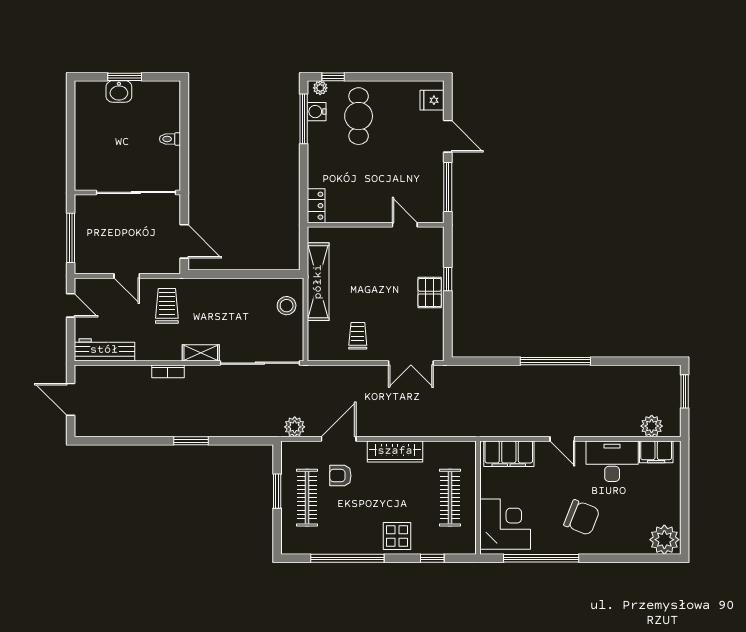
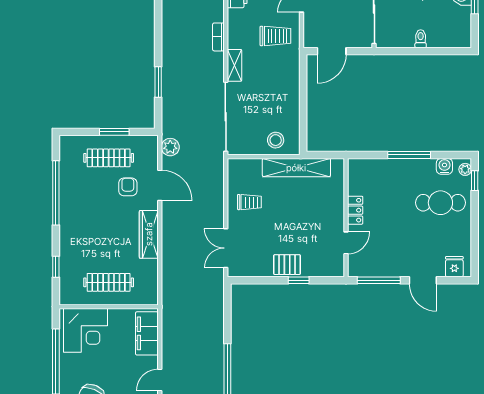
window: (304, 119) -> (409, 155), moved
door: (448, 136) -> (423, 280), hinge flipped
locker: (316, 206) -> (355, 210), moved, turned -90
window: (191, 441) -> (158, 82), moved
display table: (397, 536) -> (75, 236), removed

